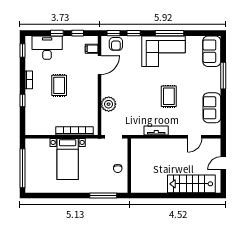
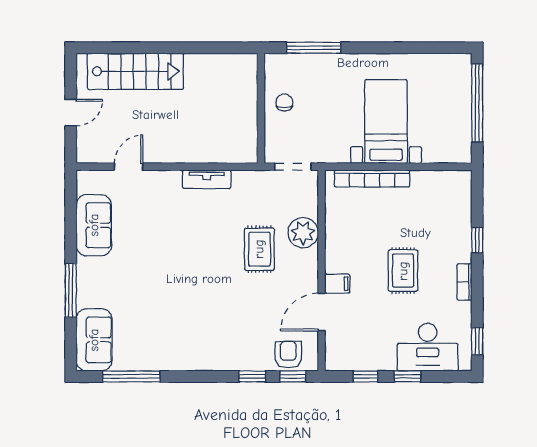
window: (169, 33) -> (131, 376), moved
filing cabinet: (92, 49) -> (337, 284), moved
corner sofa: (164, 51) -> (192, 340), removed
rug: (169, 96) -> (259, 249), moved

